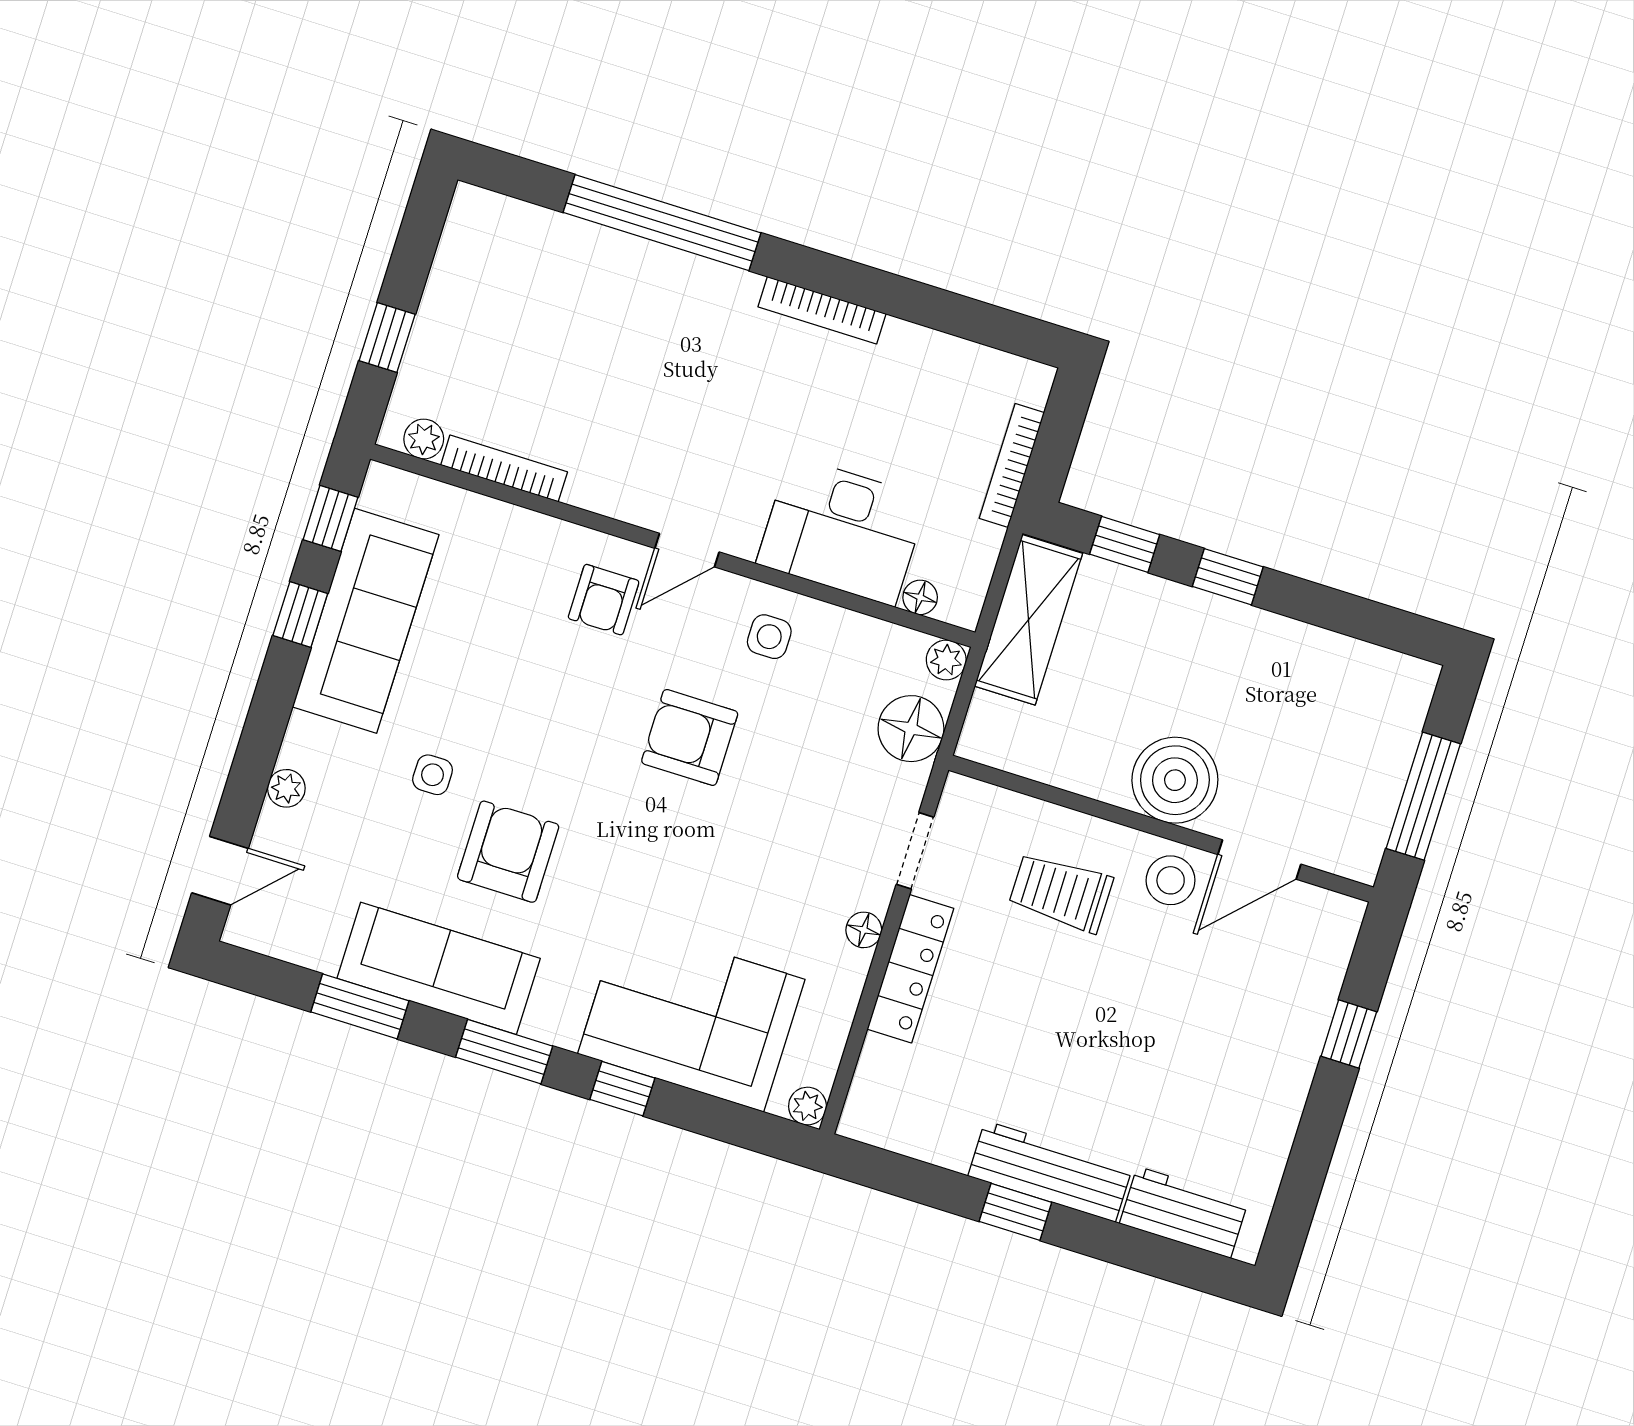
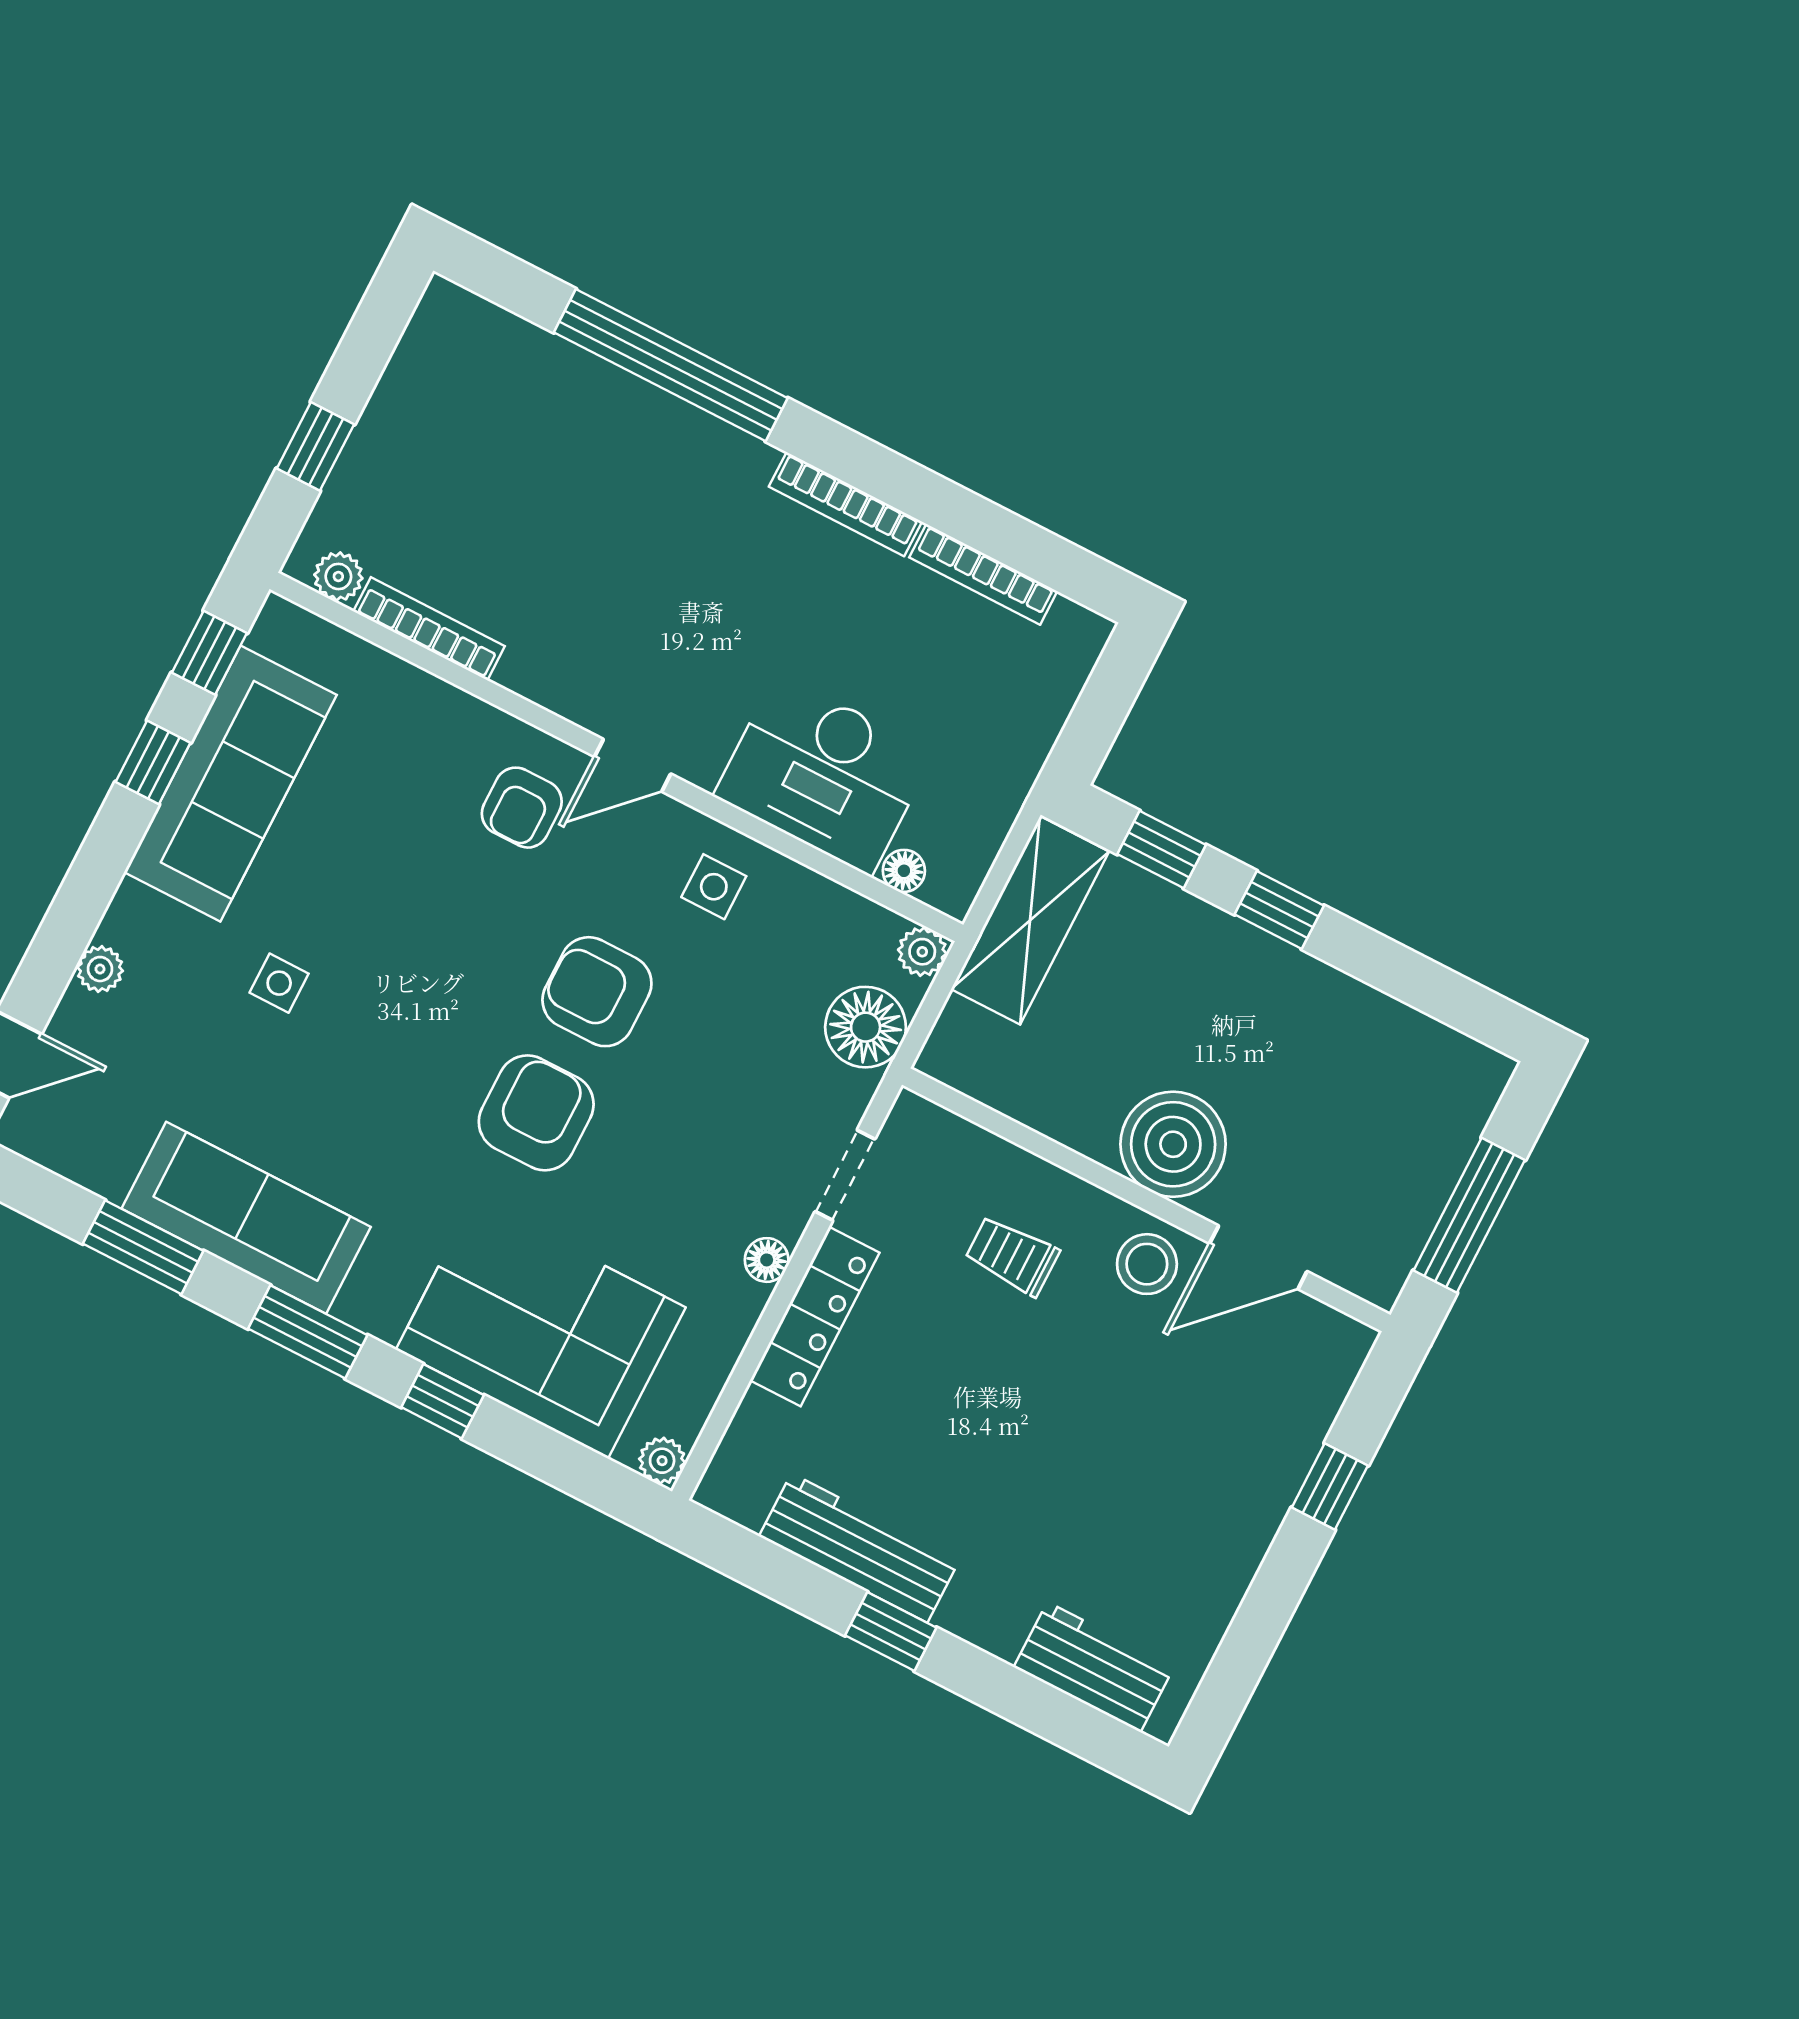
bookcase: (1012, 465) -> (983, 574), moved, turned -90
armchair: (508, 852) -> (536, 1113), moved
trolley: (1061, 892) -> (1012, 1256), width x0.73, depth x0.72
workbench: (1050, 1171) -> (859, 1548), moved

